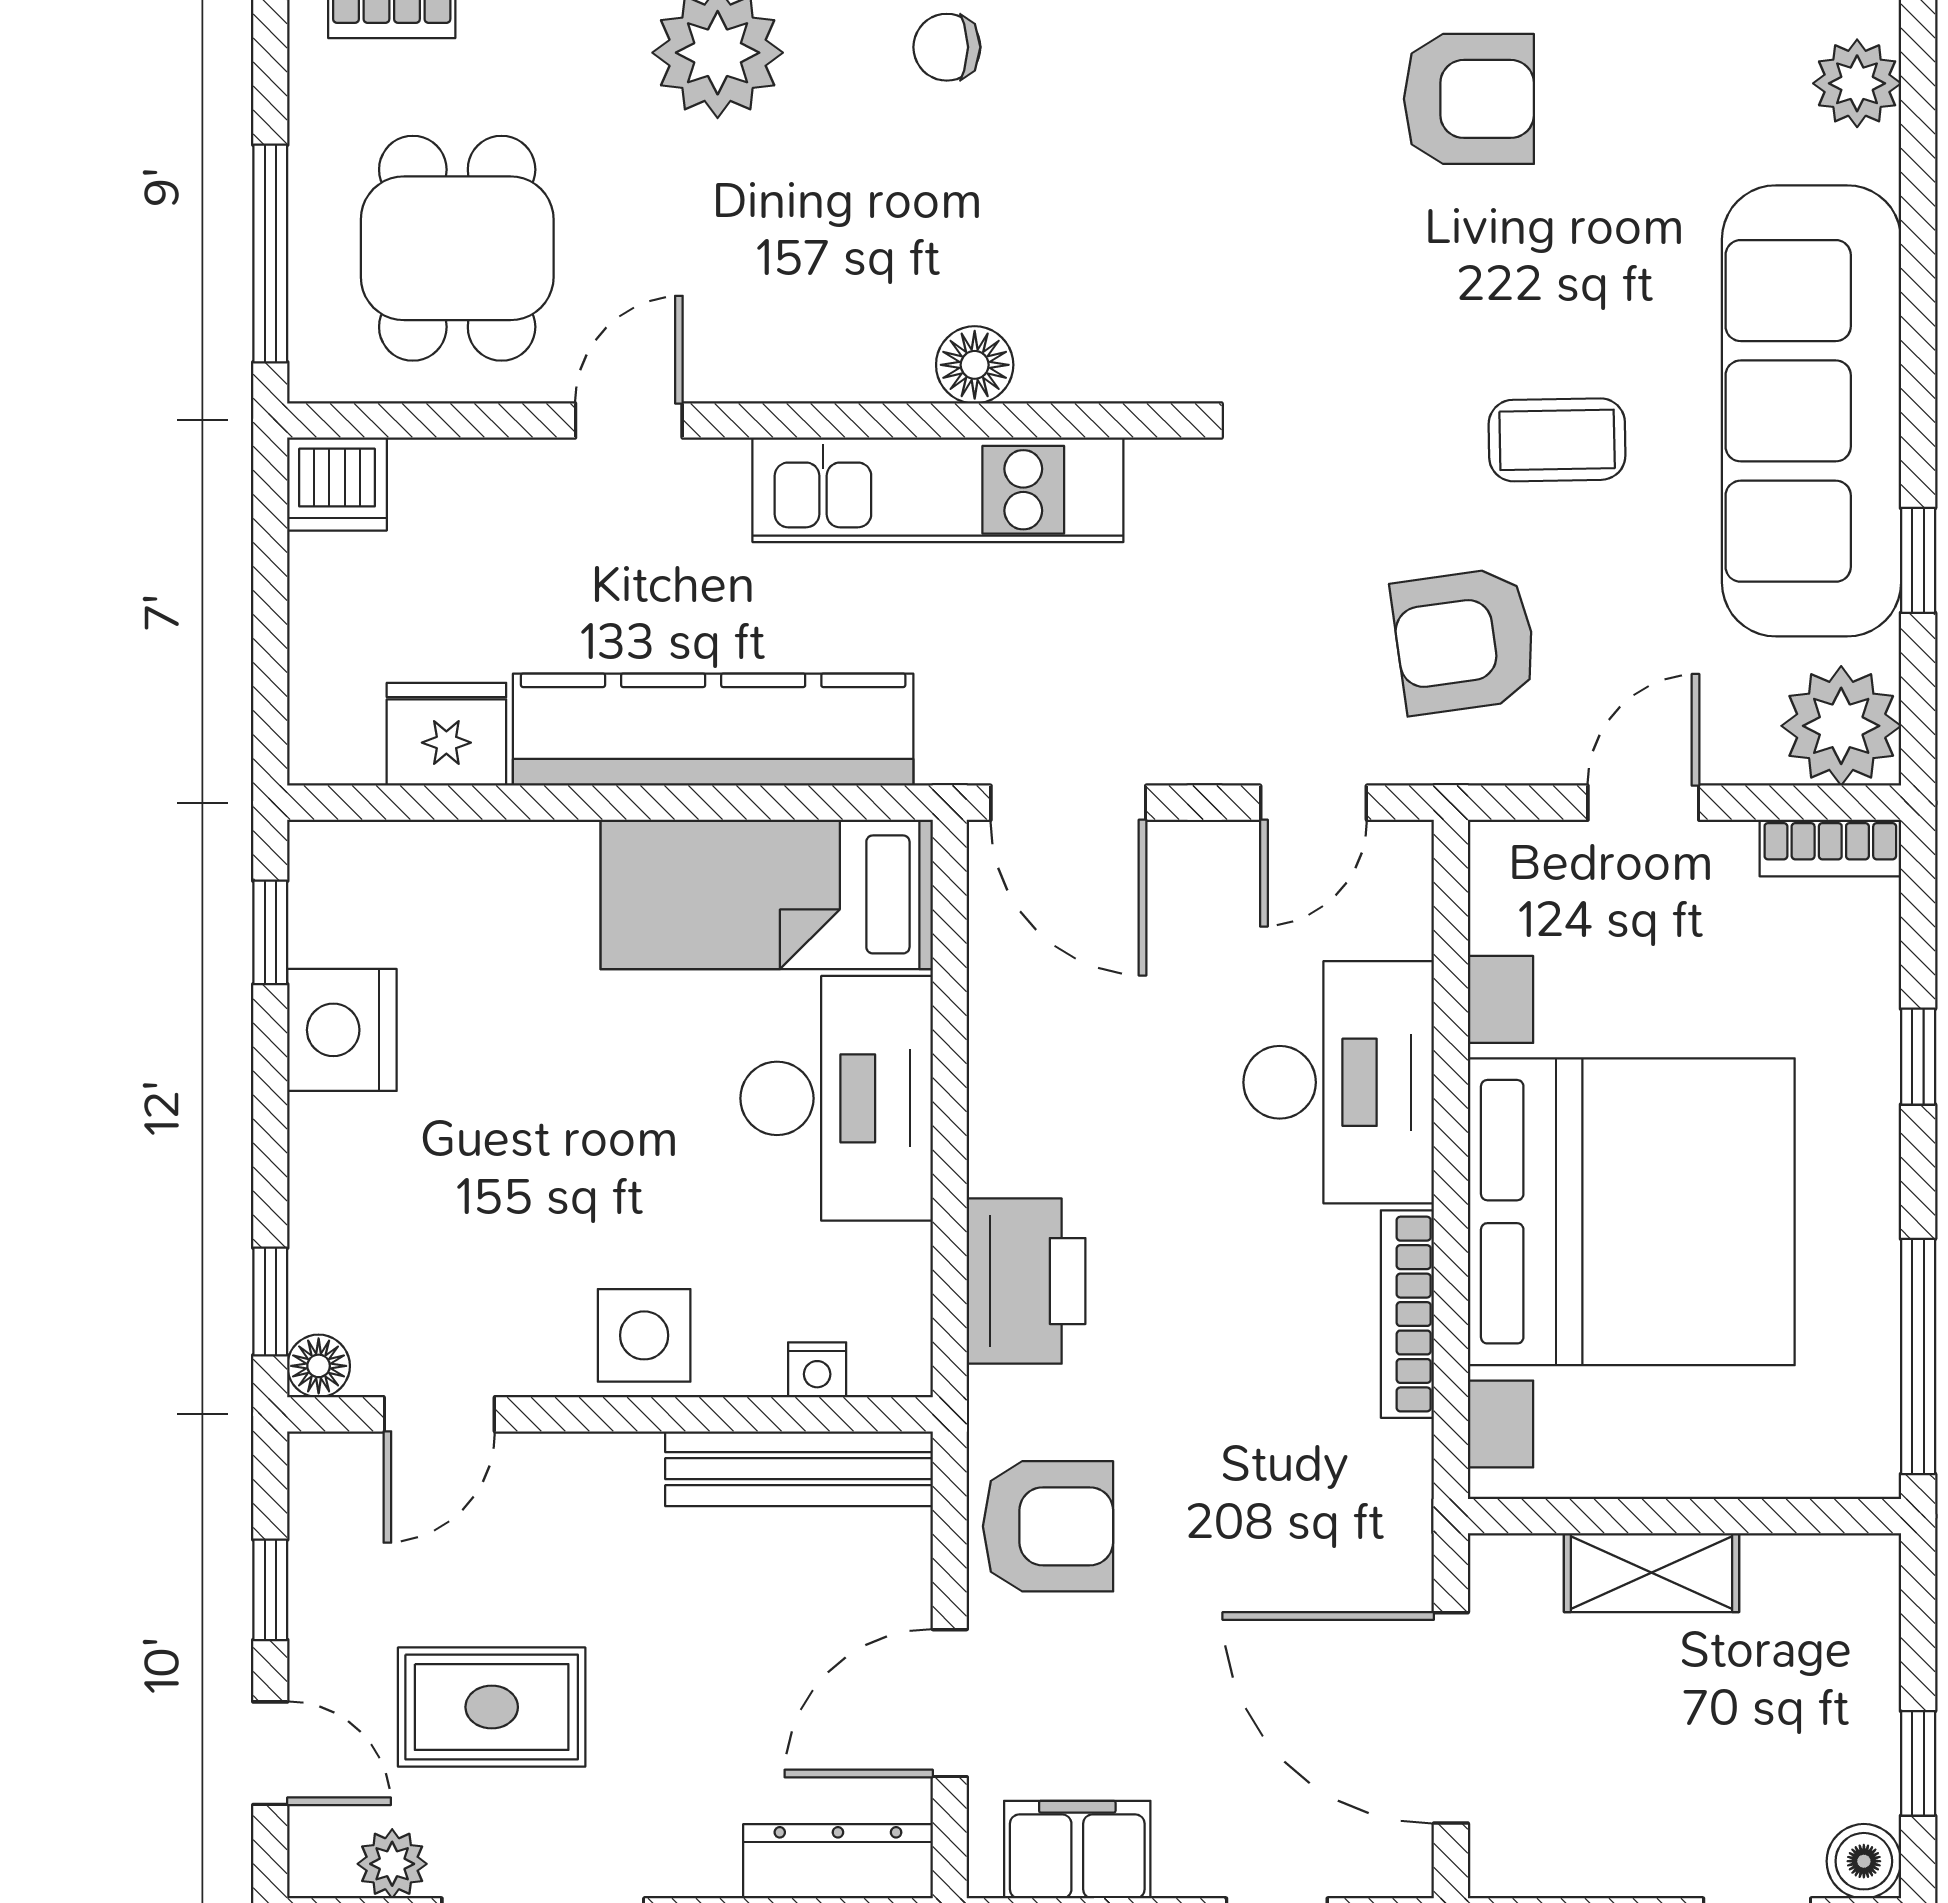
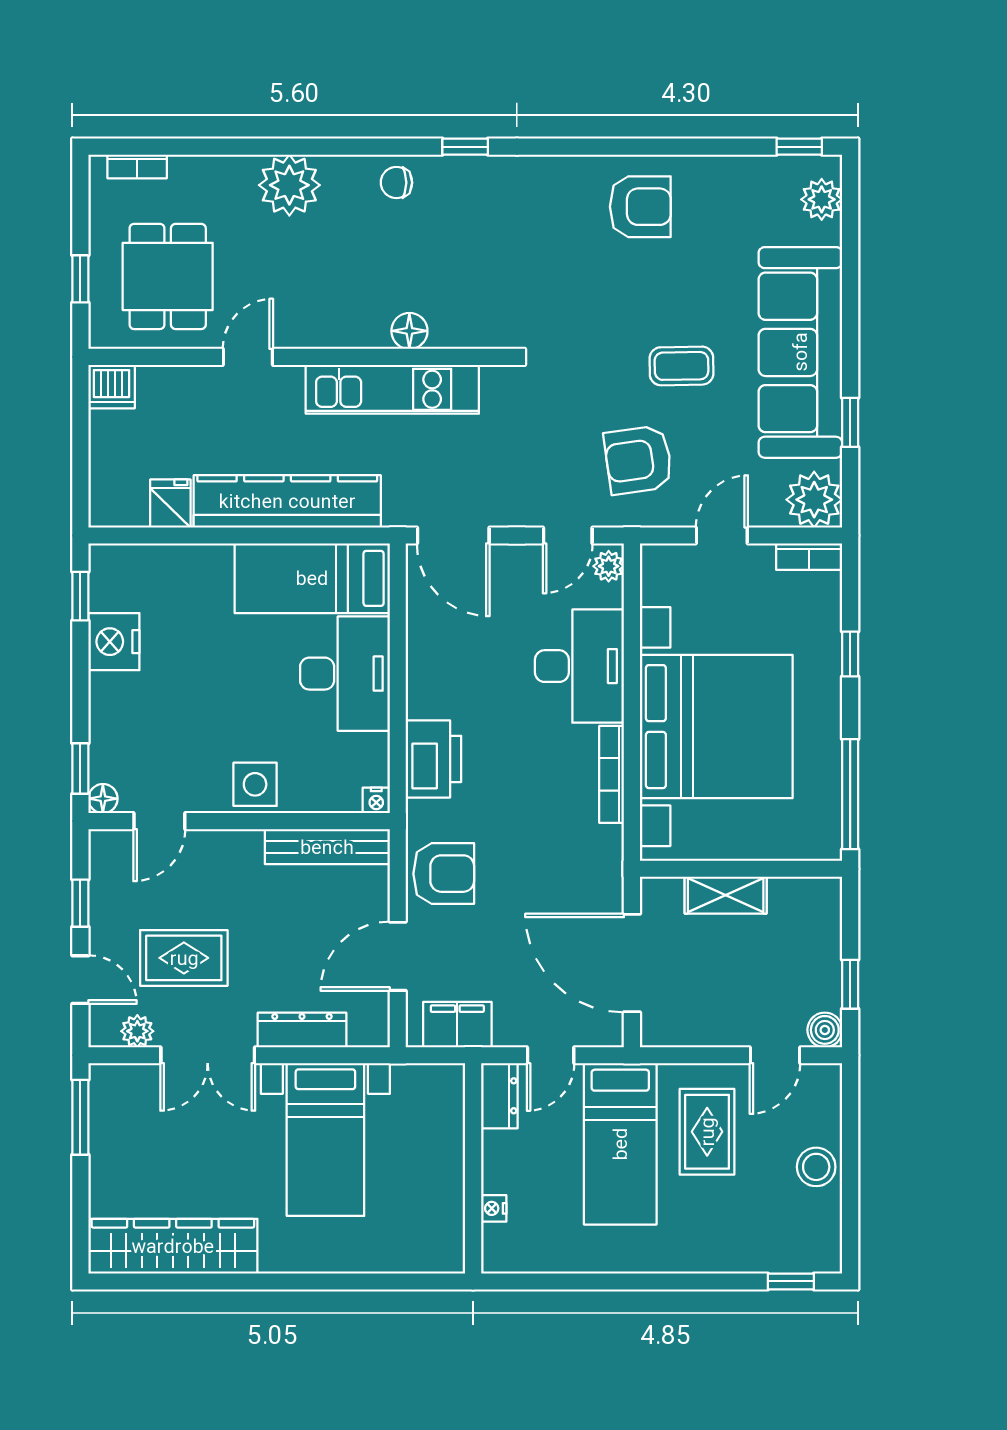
window: (270, 254) -> (80, 279), width x0.46
fridge: (446, 734) -> (170, 504), width x0.72
plant: (1401, 869) -> (609, 566), added
nightstand: (817, 1370) -> (376, 800), moved
dresser: (838, 1861) -> (302, 1030), moved

